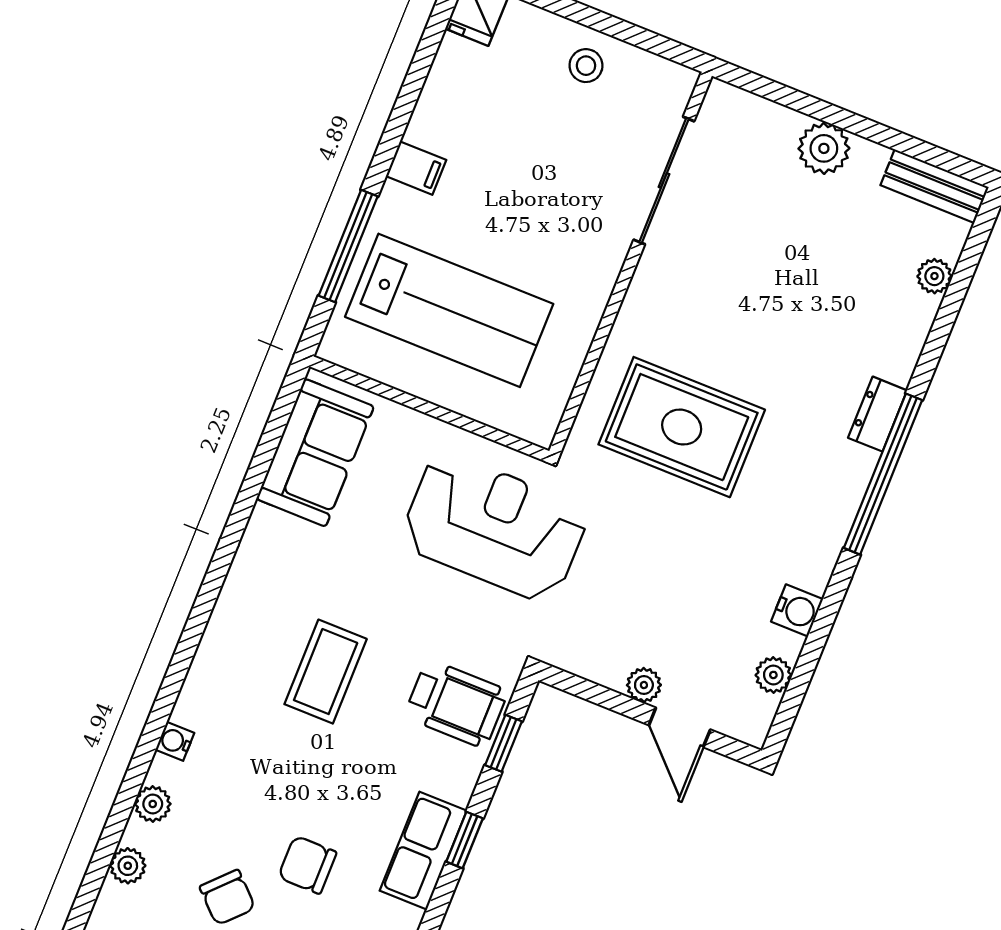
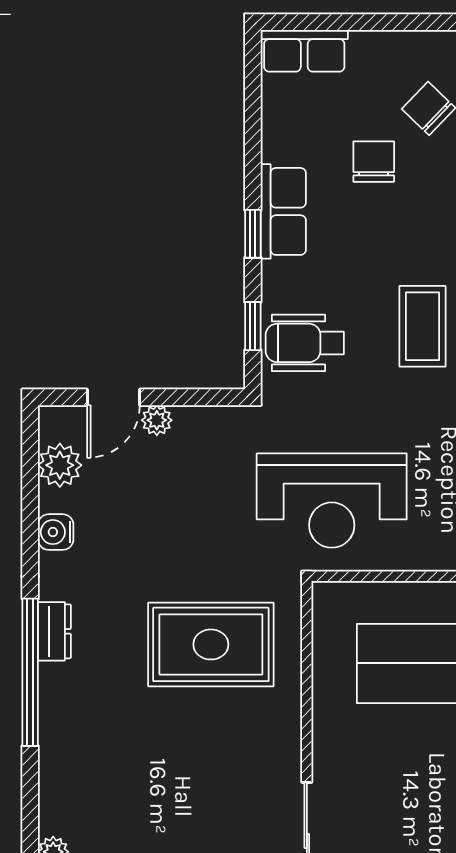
dresser: (878, 414) -> (54, 631), moved
plant: (773, 675) -> (60, 465), width x1.38, depth x1.38
door: (680, 727) -> (113, 397), swing flipped
chair: (307, 865) -> (374, 162), turned -90

